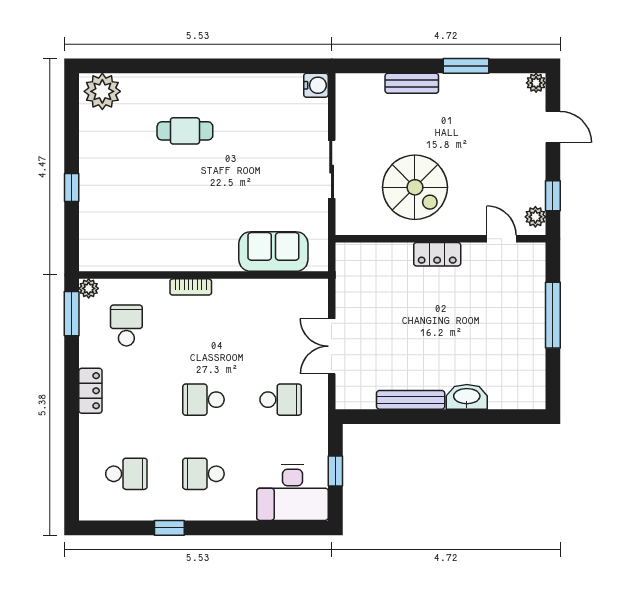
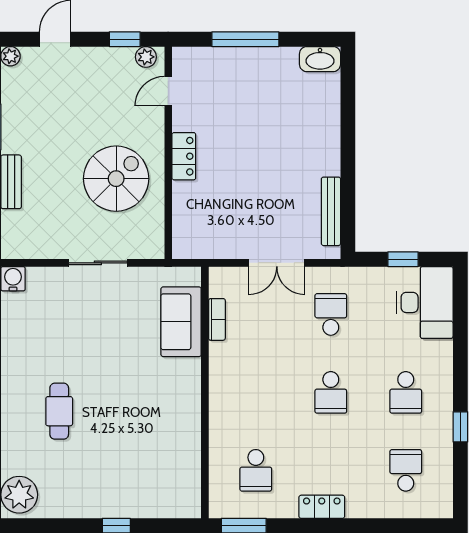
bookcase: (191, 287) -> (217, 319), moved
plant: (89, 288) -> (218, 509), removed
school desk: (126, 325) -> (256, 470), turned -90
washbasin: (467, 397) -> (320, 59), moved, turned -90
bench: (411, 400) -> (331, 211), moved

